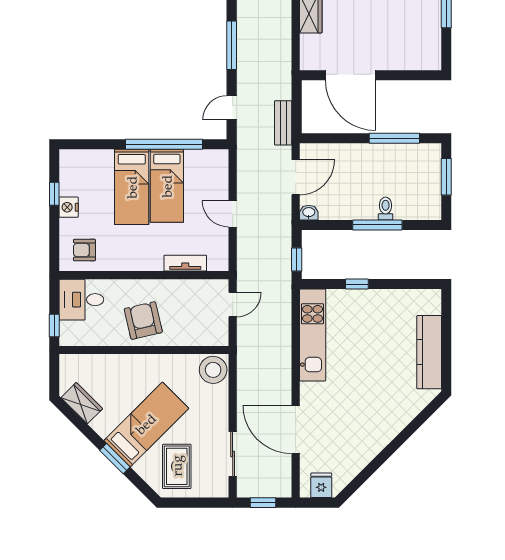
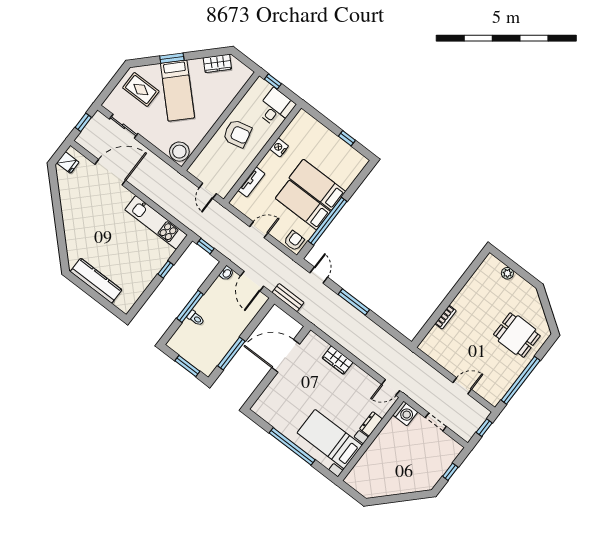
nightstand: (69, 207) -> (279, 147), moved, turned -90
armchair: (84, 250) -> (294, 241), moved

